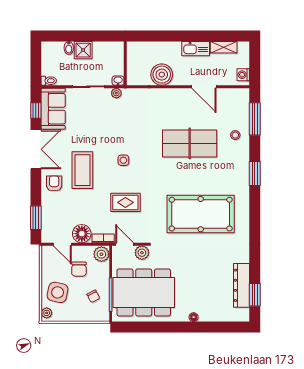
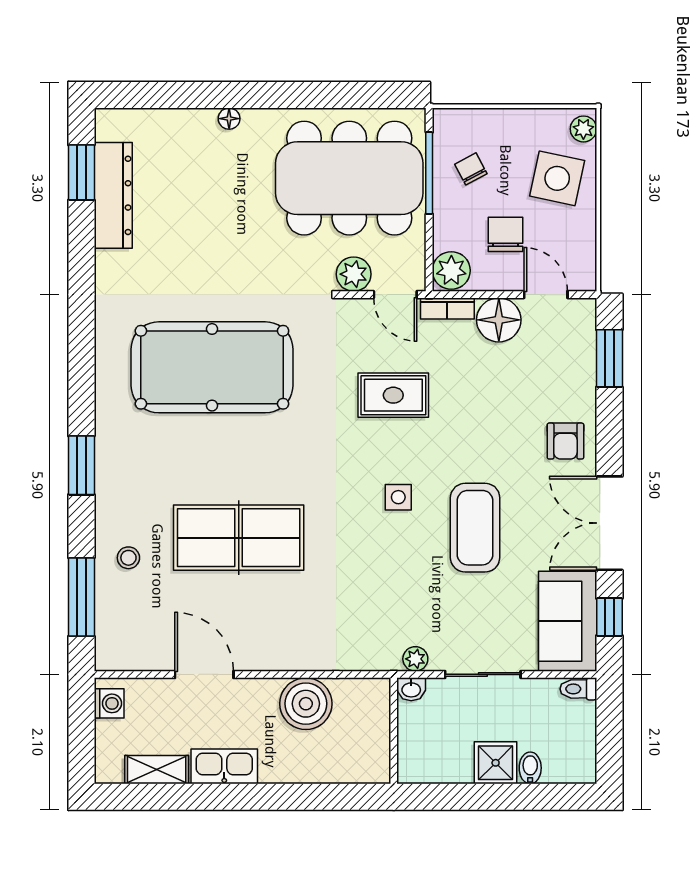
coffee table: (82, 170) -> (475, 528), moved

